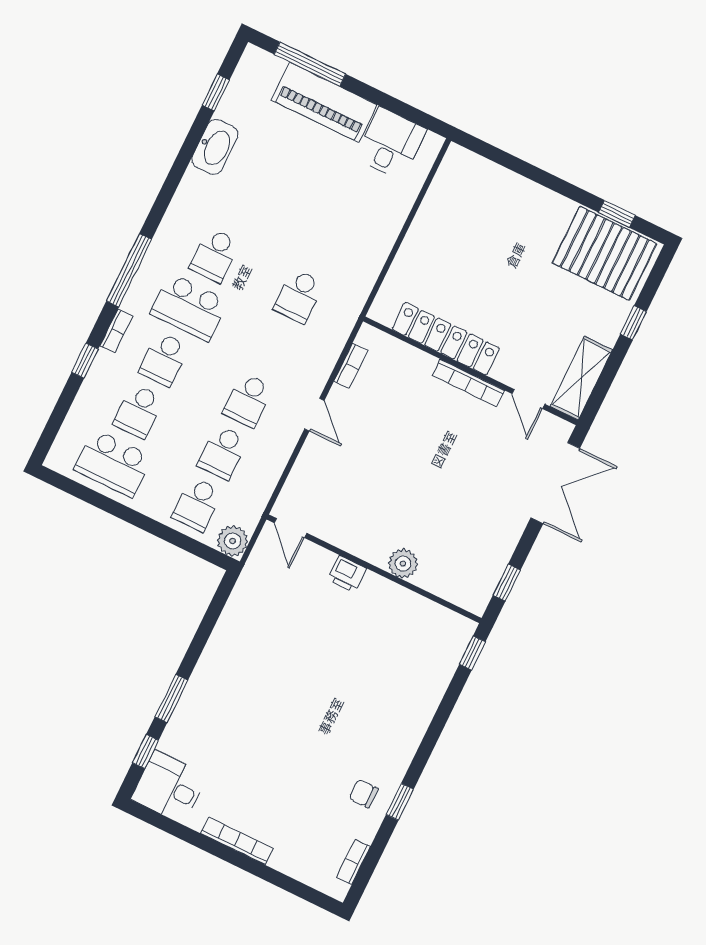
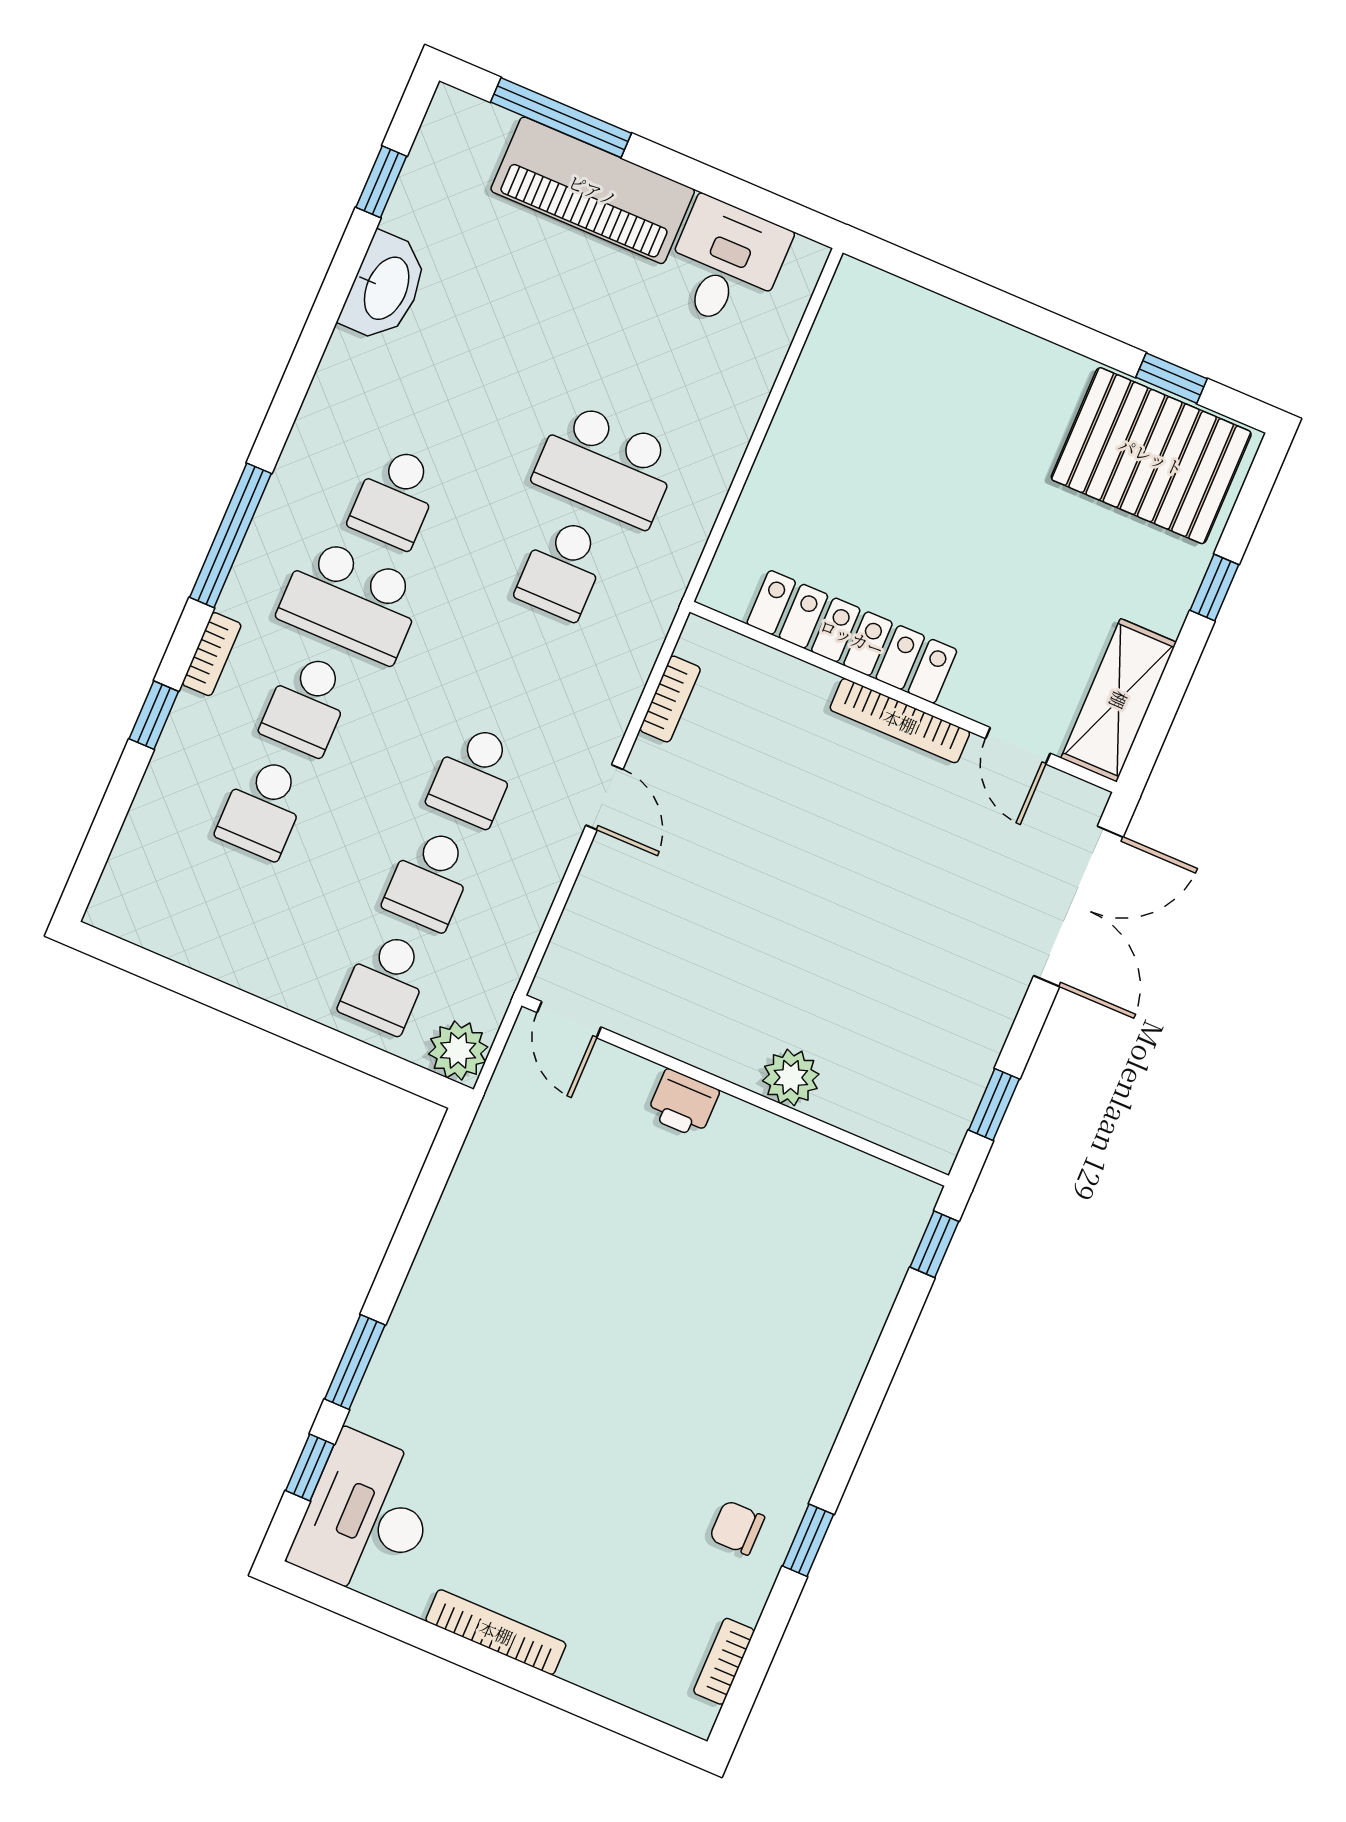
school desk: (113, 463) -> (606, 465), moved
desk: (169, 787) -> (367, 1516), width x1.37

